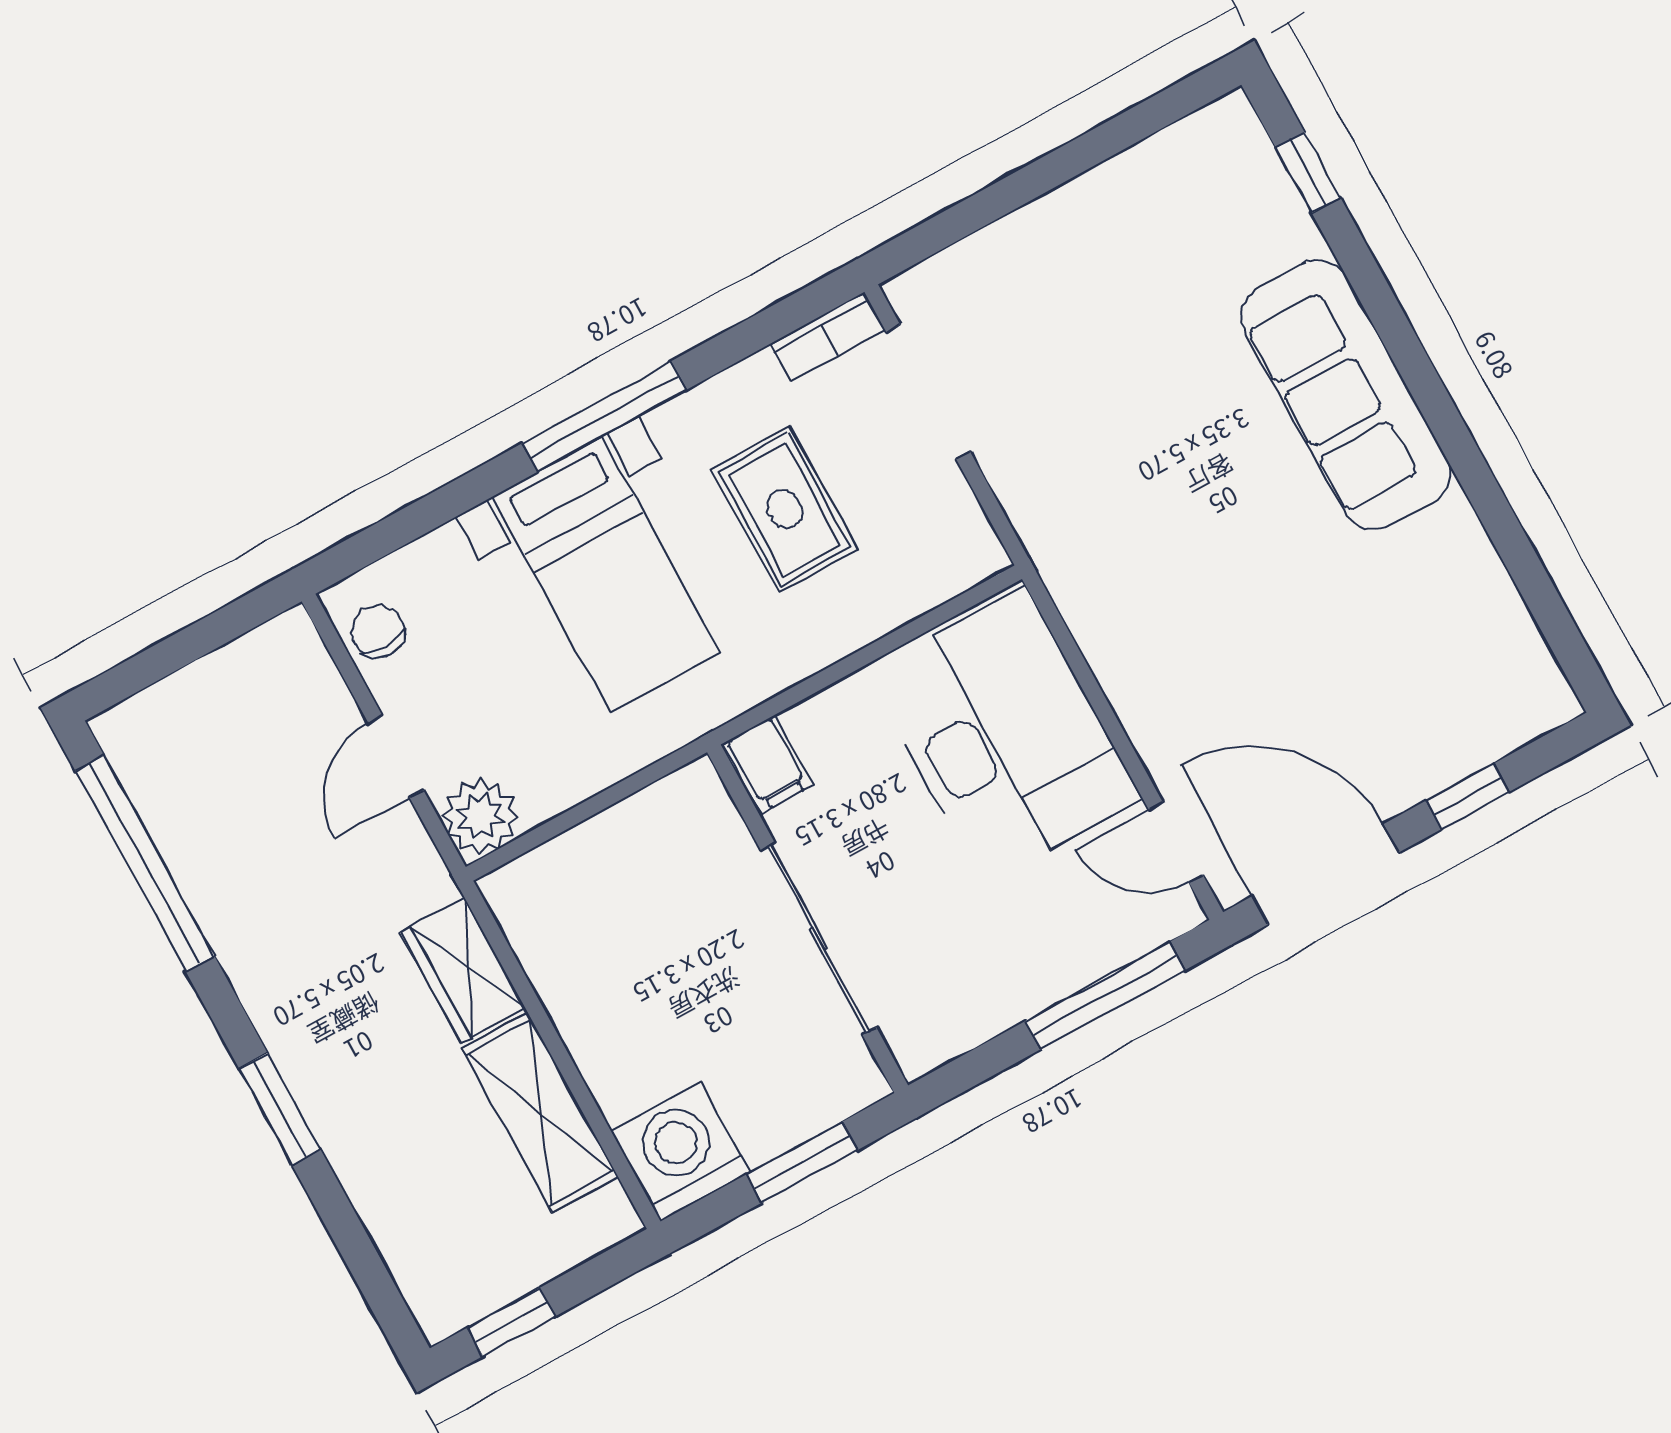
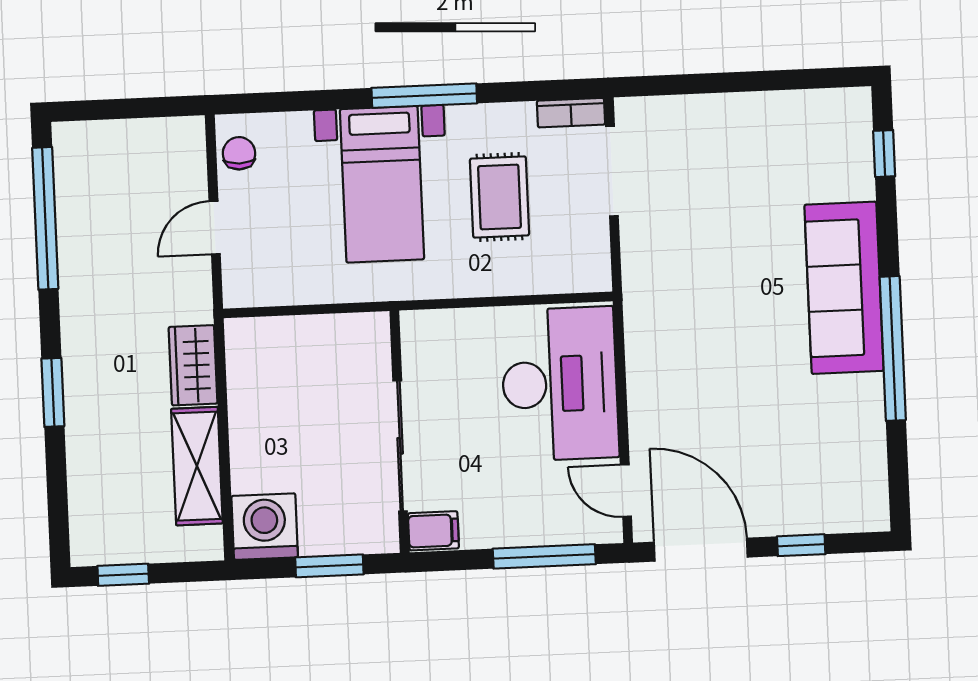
window: (1459, 447) -> (893, 348), added
filing cabinet: (768, 764) -> (433, 531), moved, turned -90
plant: (480, 816) -> (245, 284), removed

